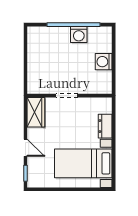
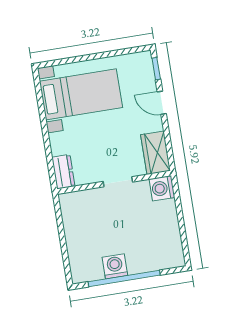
washing machine: (104, 62) -> (162, 188), moved, turned 180
dresser: (105, 126) -> (63, 172), moved

